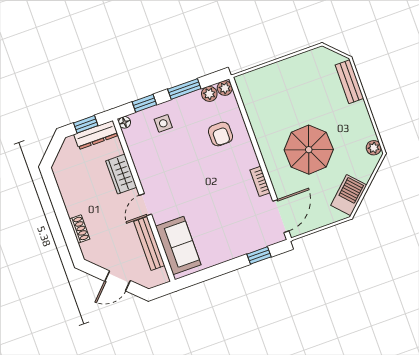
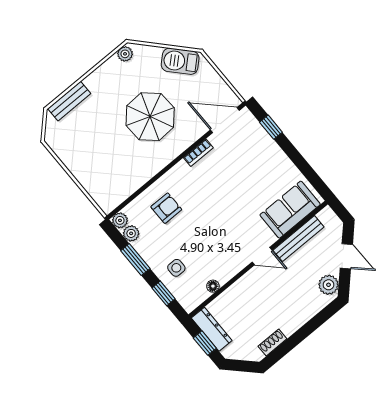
floor lamp: (125, 122) -> (213, 286), moved
wardrobe: (121, 174) -> (241, 291), removed
shoe rack: (79, 229) -> (272, 343), moved
plant: (98, 255) -> (328, 285), added

